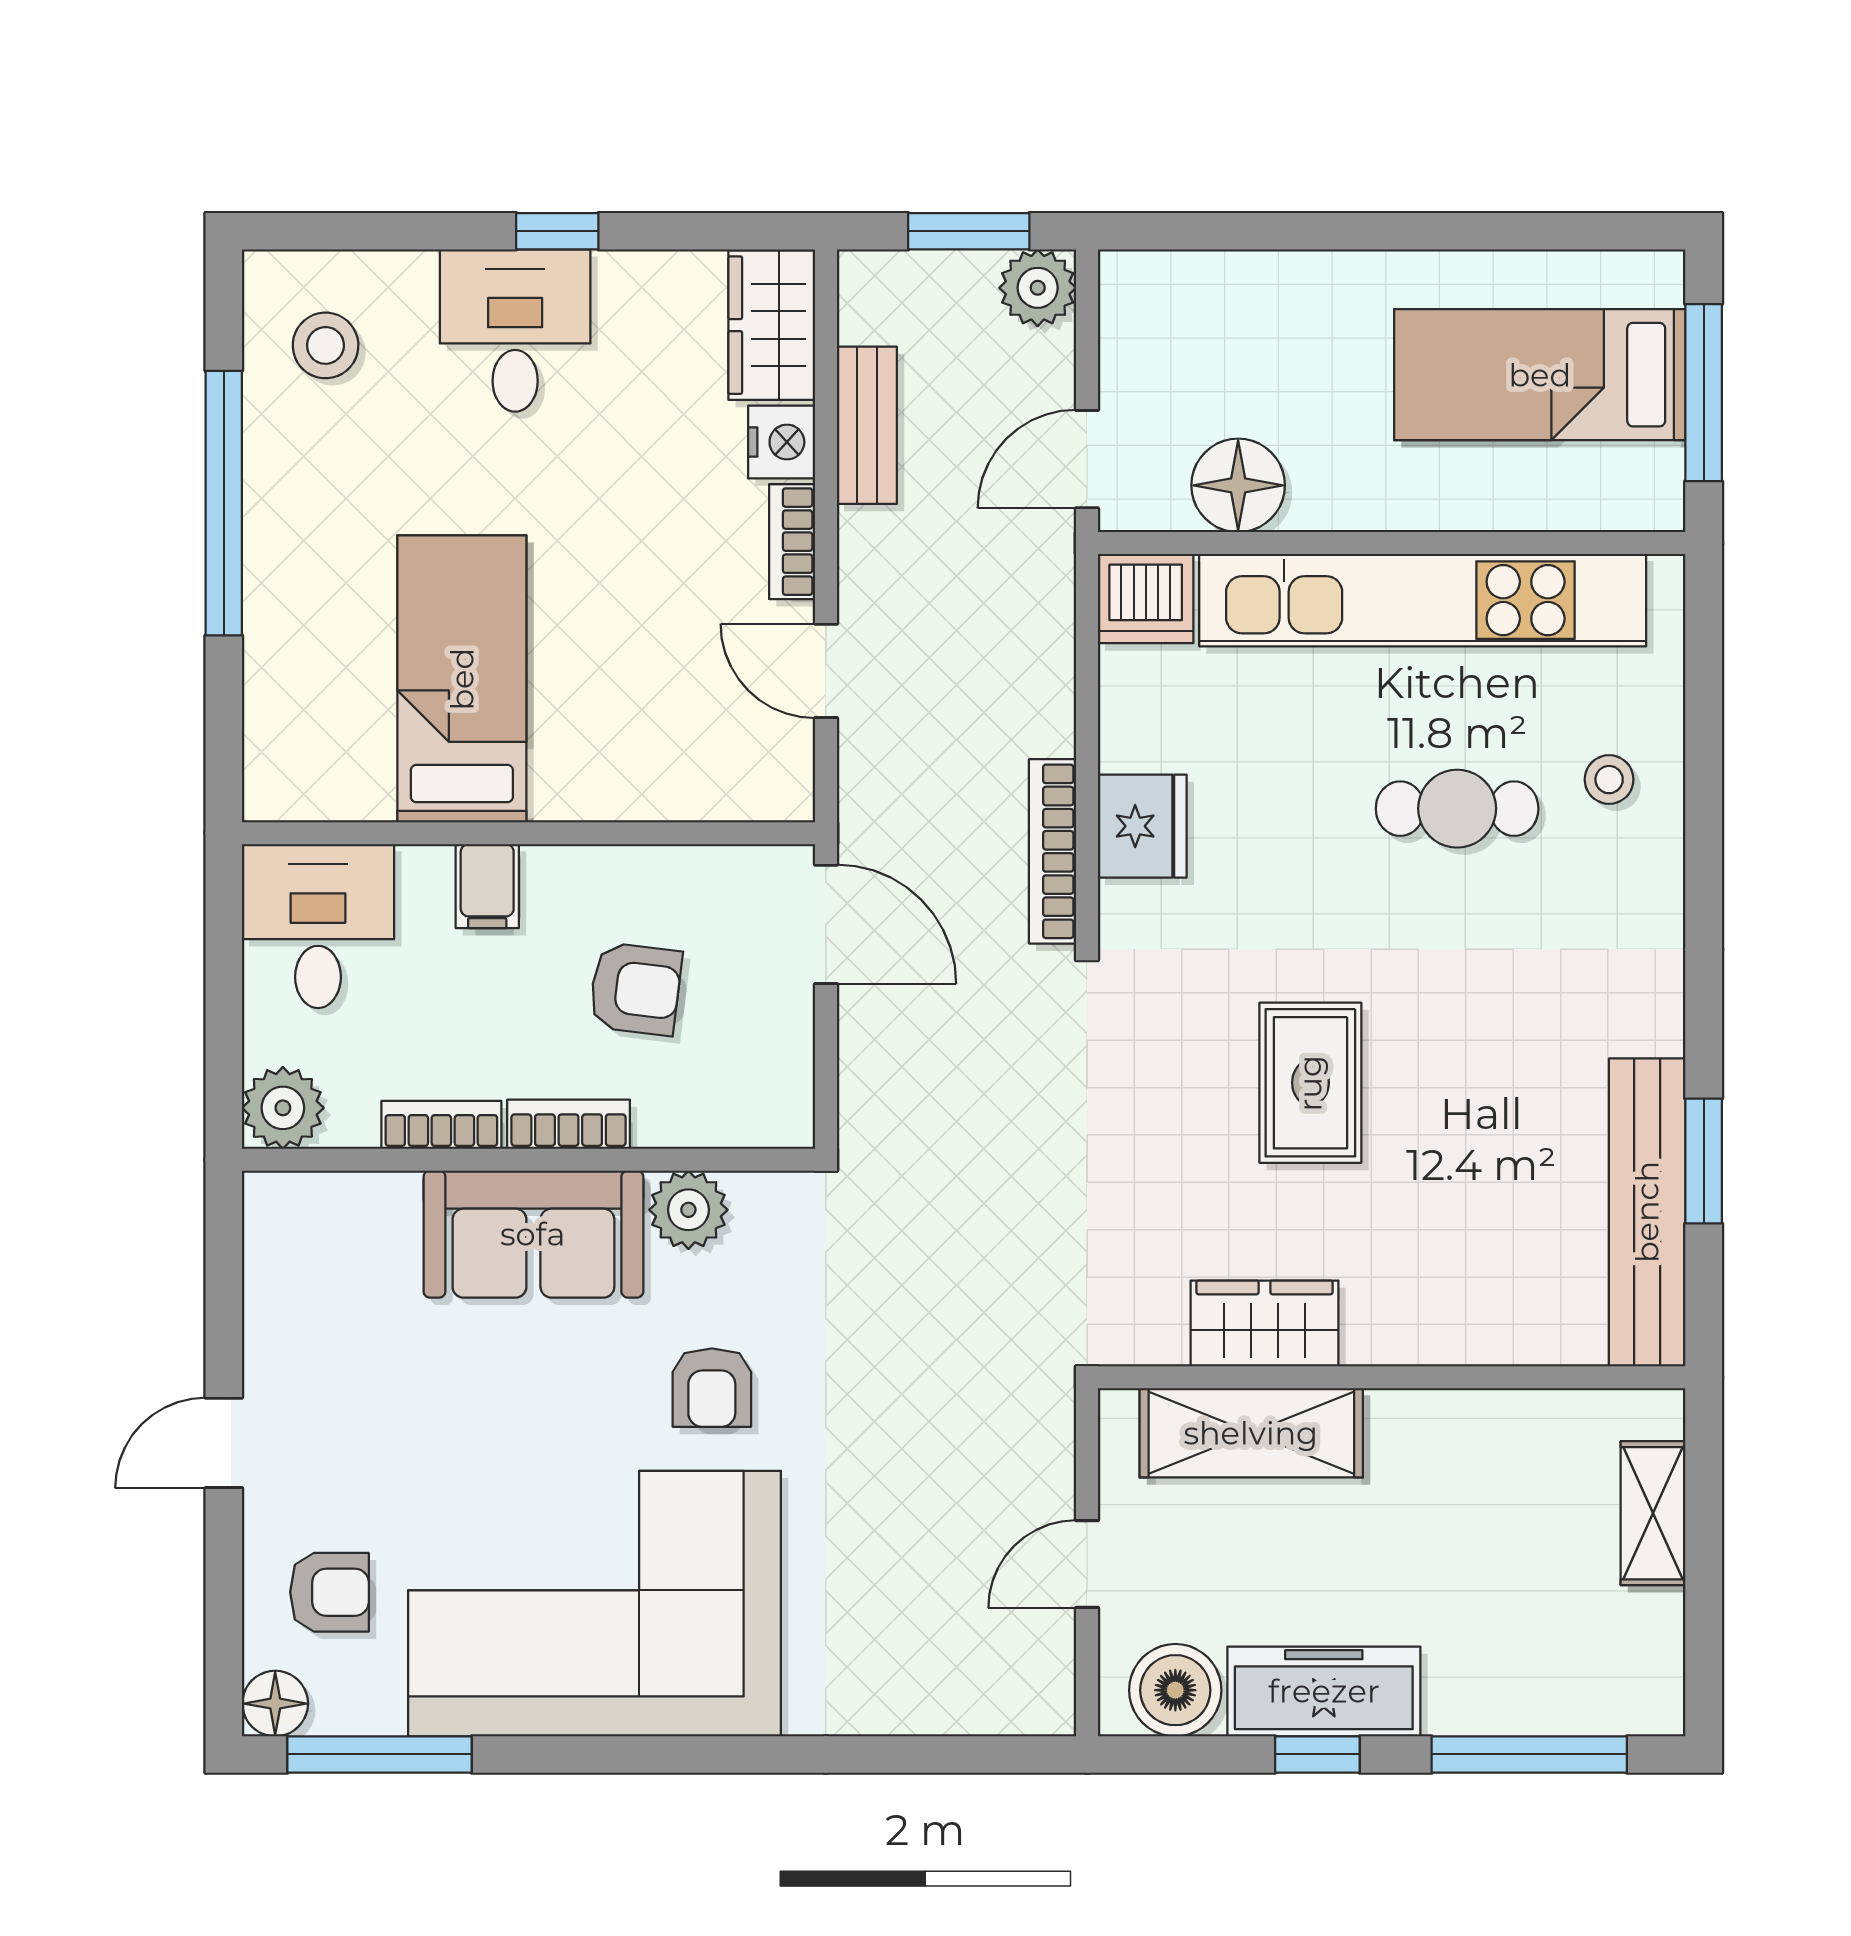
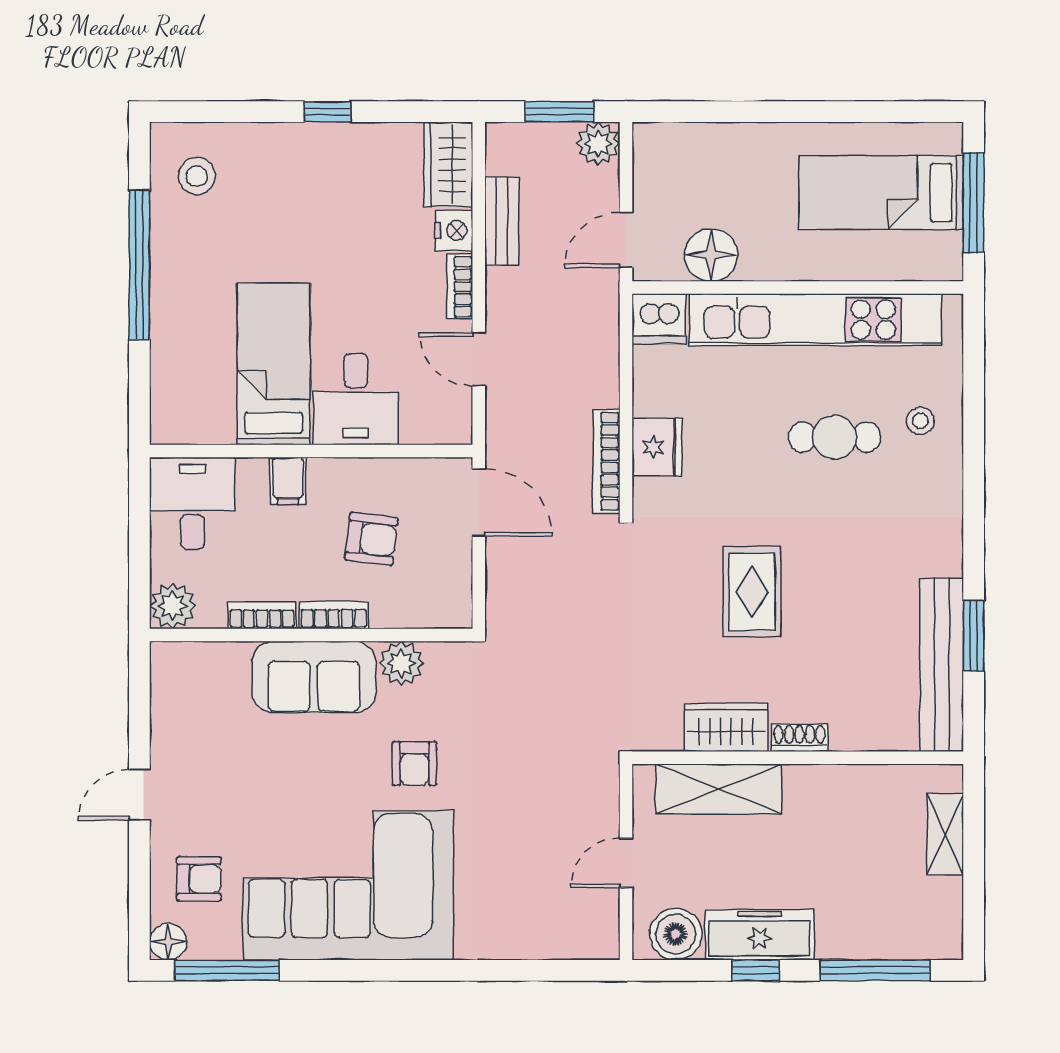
desk: (515, 330) -> (356, 399), moved, turned 180
shoe rack: (1395, 1342) -> (799, 738), added

